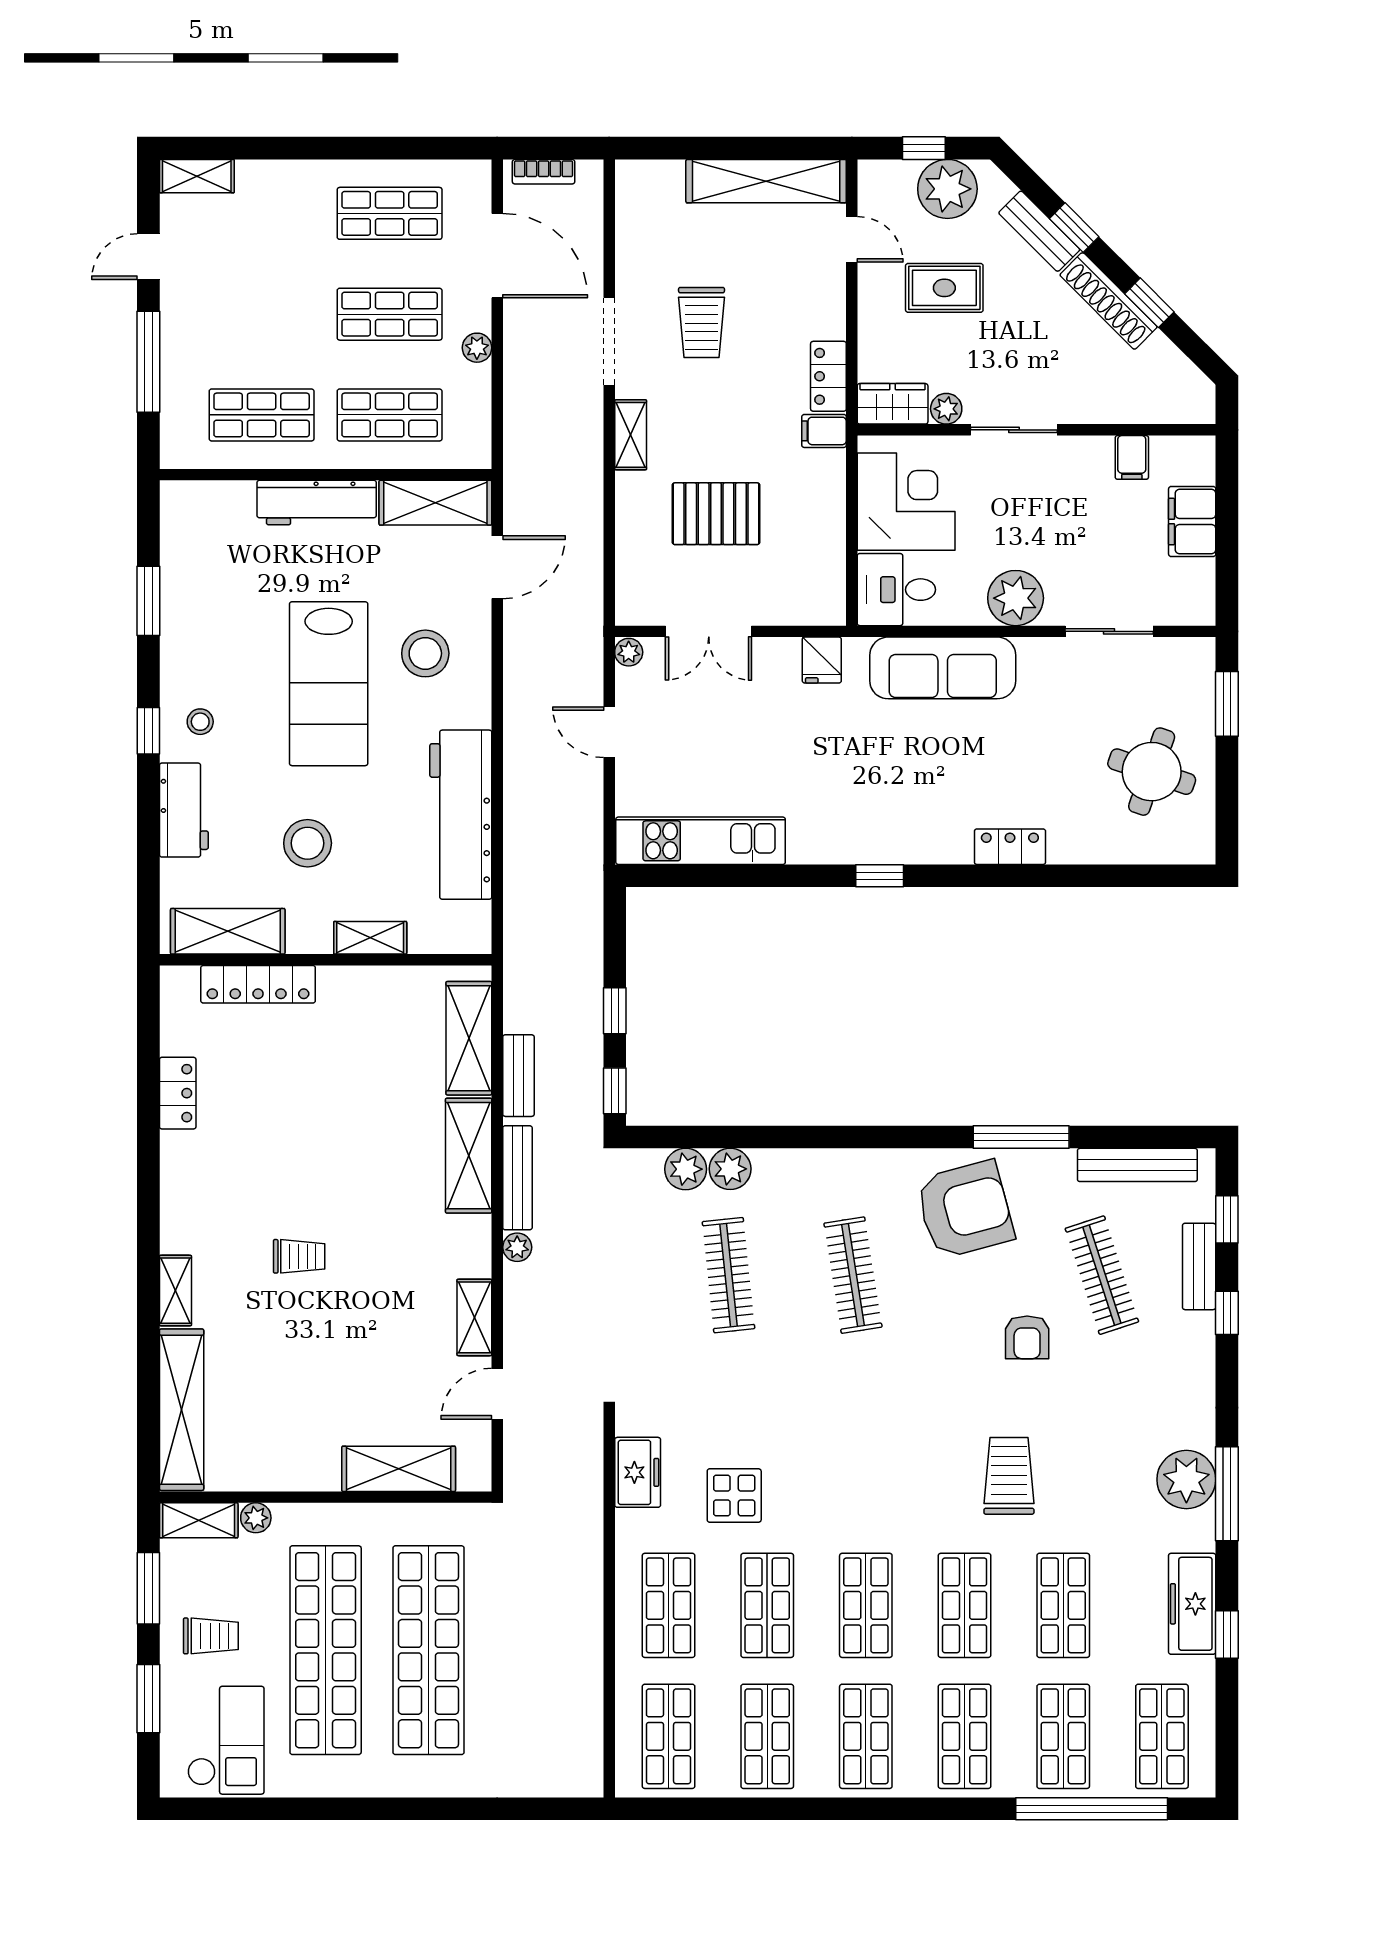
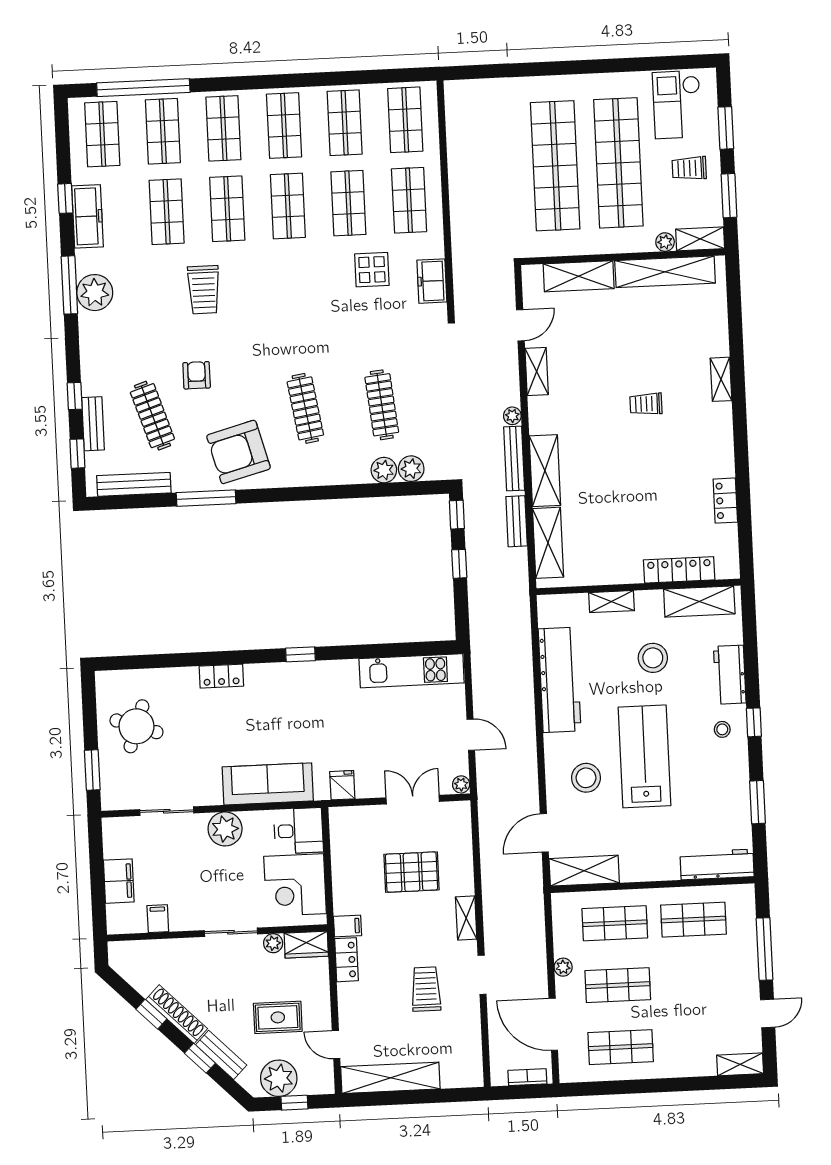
doorway: (609, 341) -> (482, 975), width x0.73
workbench: (317, 503) -> (717, 864), moved
shelving: (182, 1410) -> (665, 272), moved, turned 90

